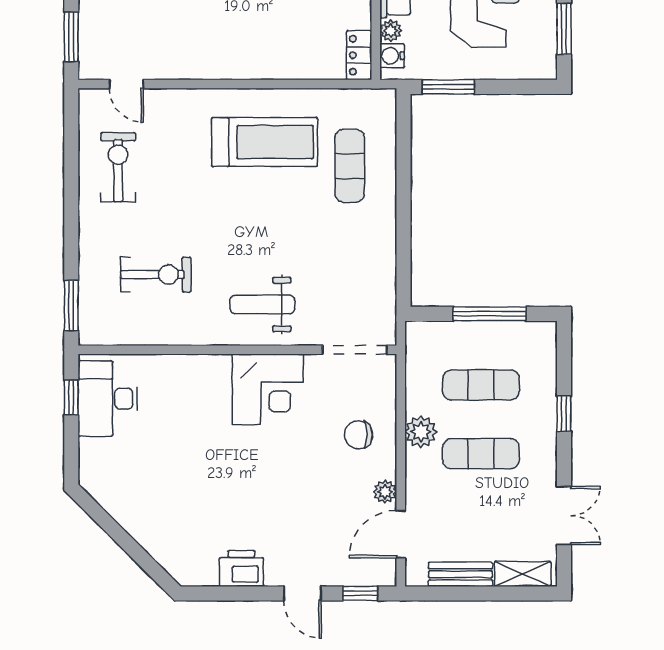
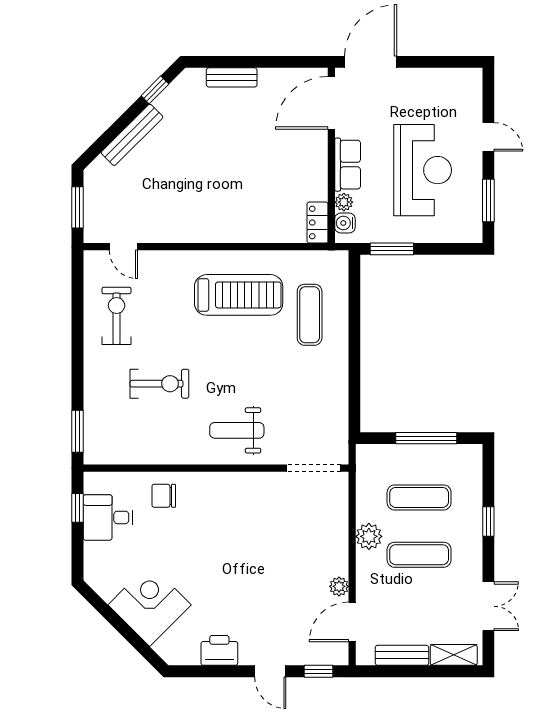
exercise bike: (156, 275) -> (159, 384), moved
corner desk: (268, 389) -> (150, 605), moved, turned -135
desk: (108, 399) -> (108, 517), width x0.73
chair: (358, 435) -> (164, 496), moved

